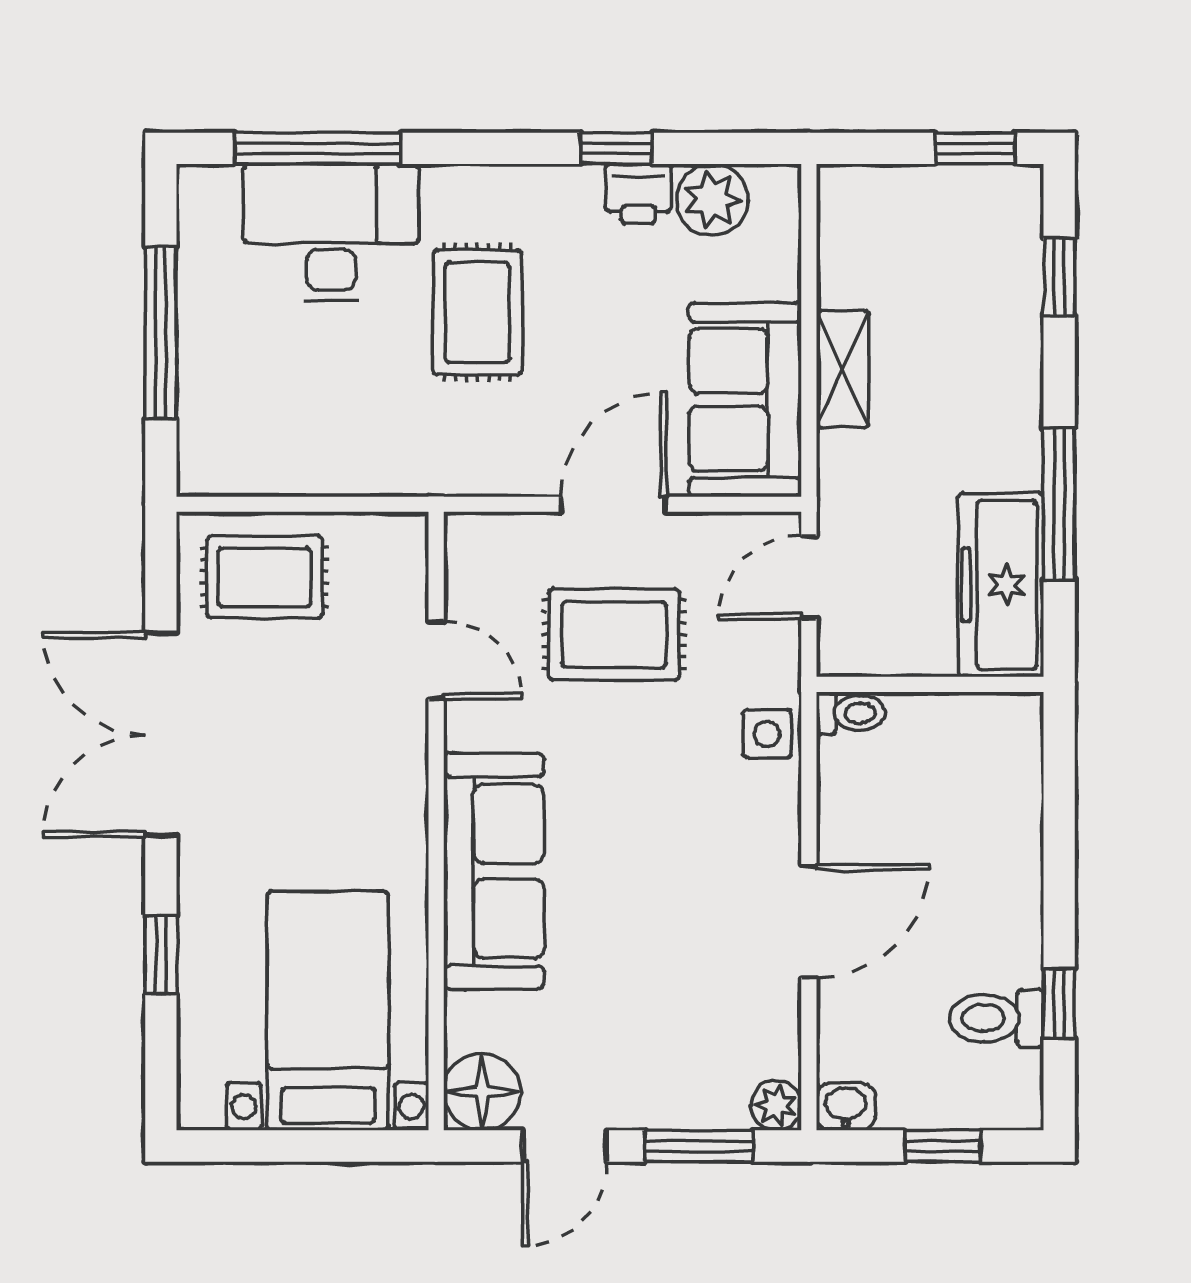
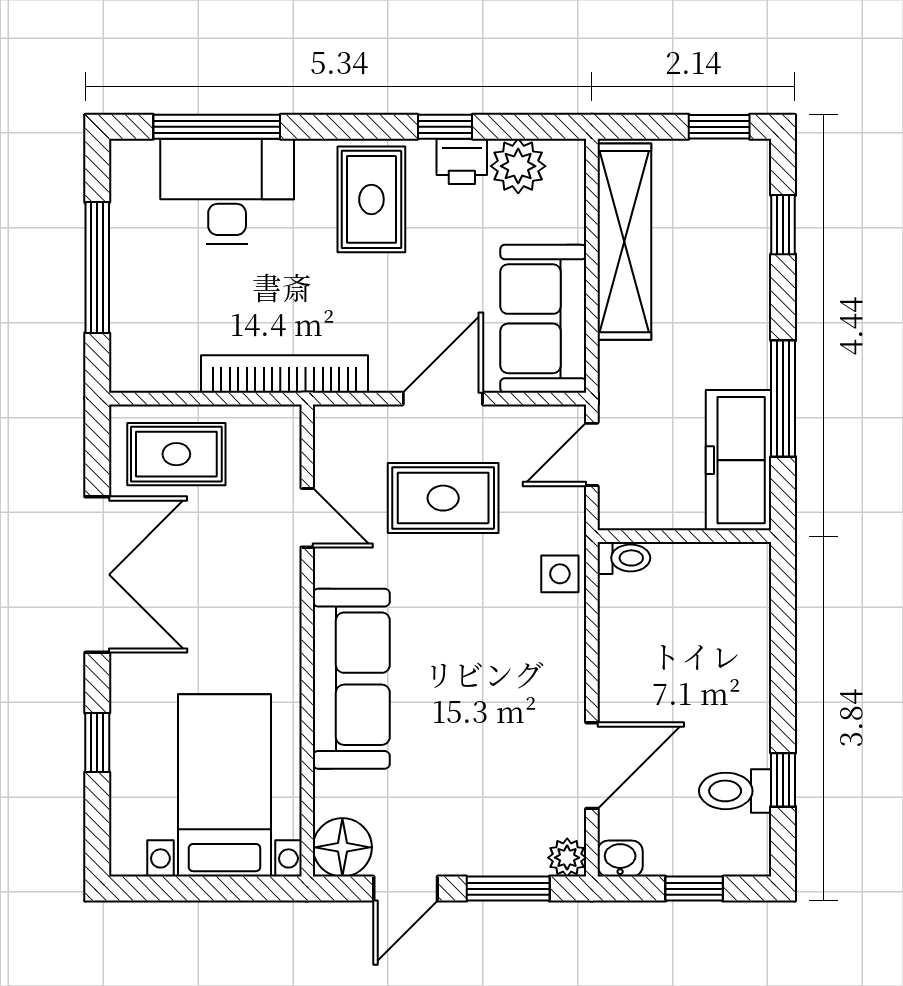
rug: (477, 312) -> (371, 199), moved
shelving: (843, 369) -> (624, 242), width x2.20, depth x1.33
bookcase: (406, 472) -> (285, 374), added
double door: (161, 735) -> (97, 575), swing flipped
door: (809, 921) -> (592, 766), moved

